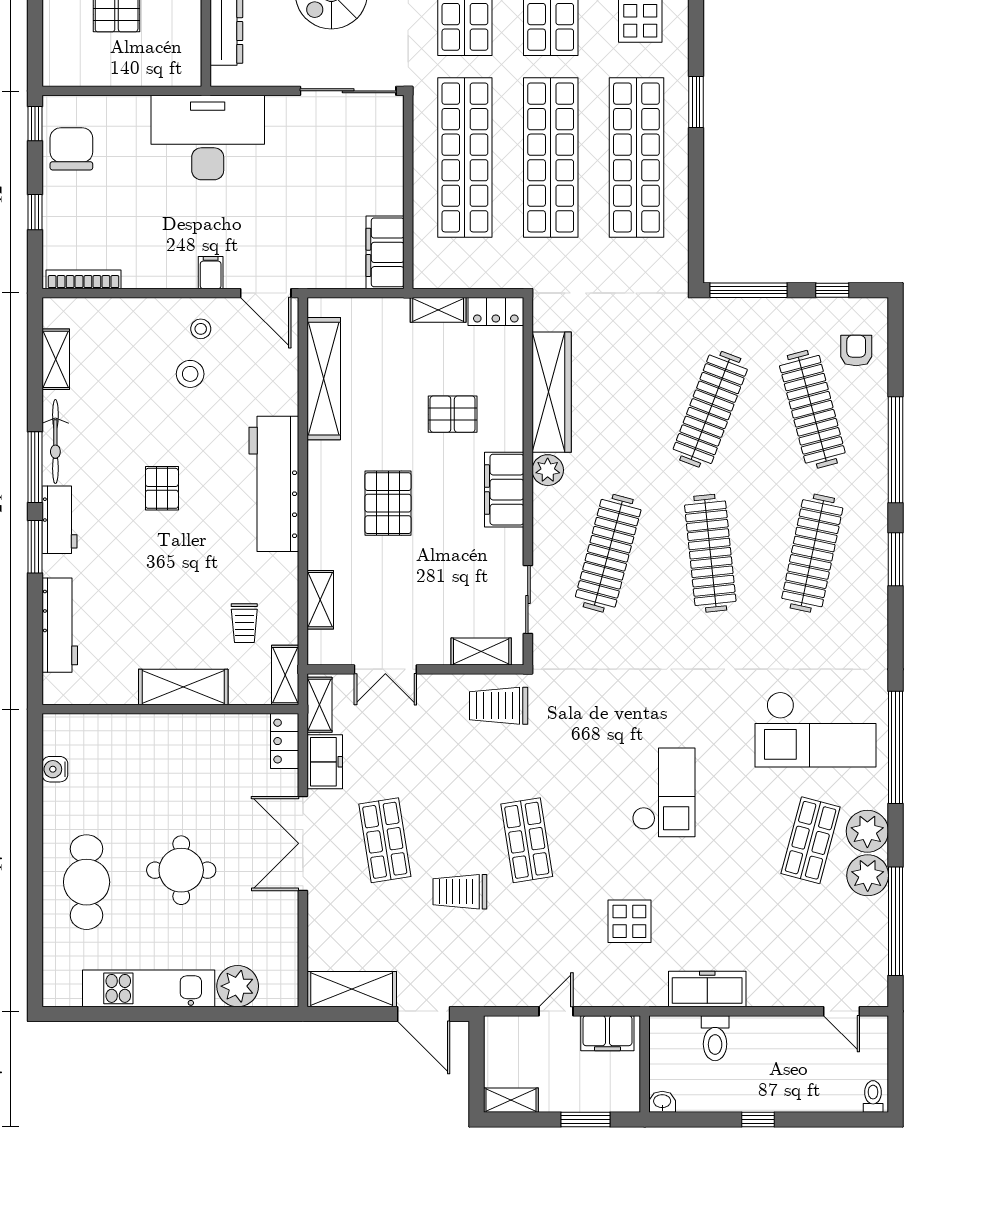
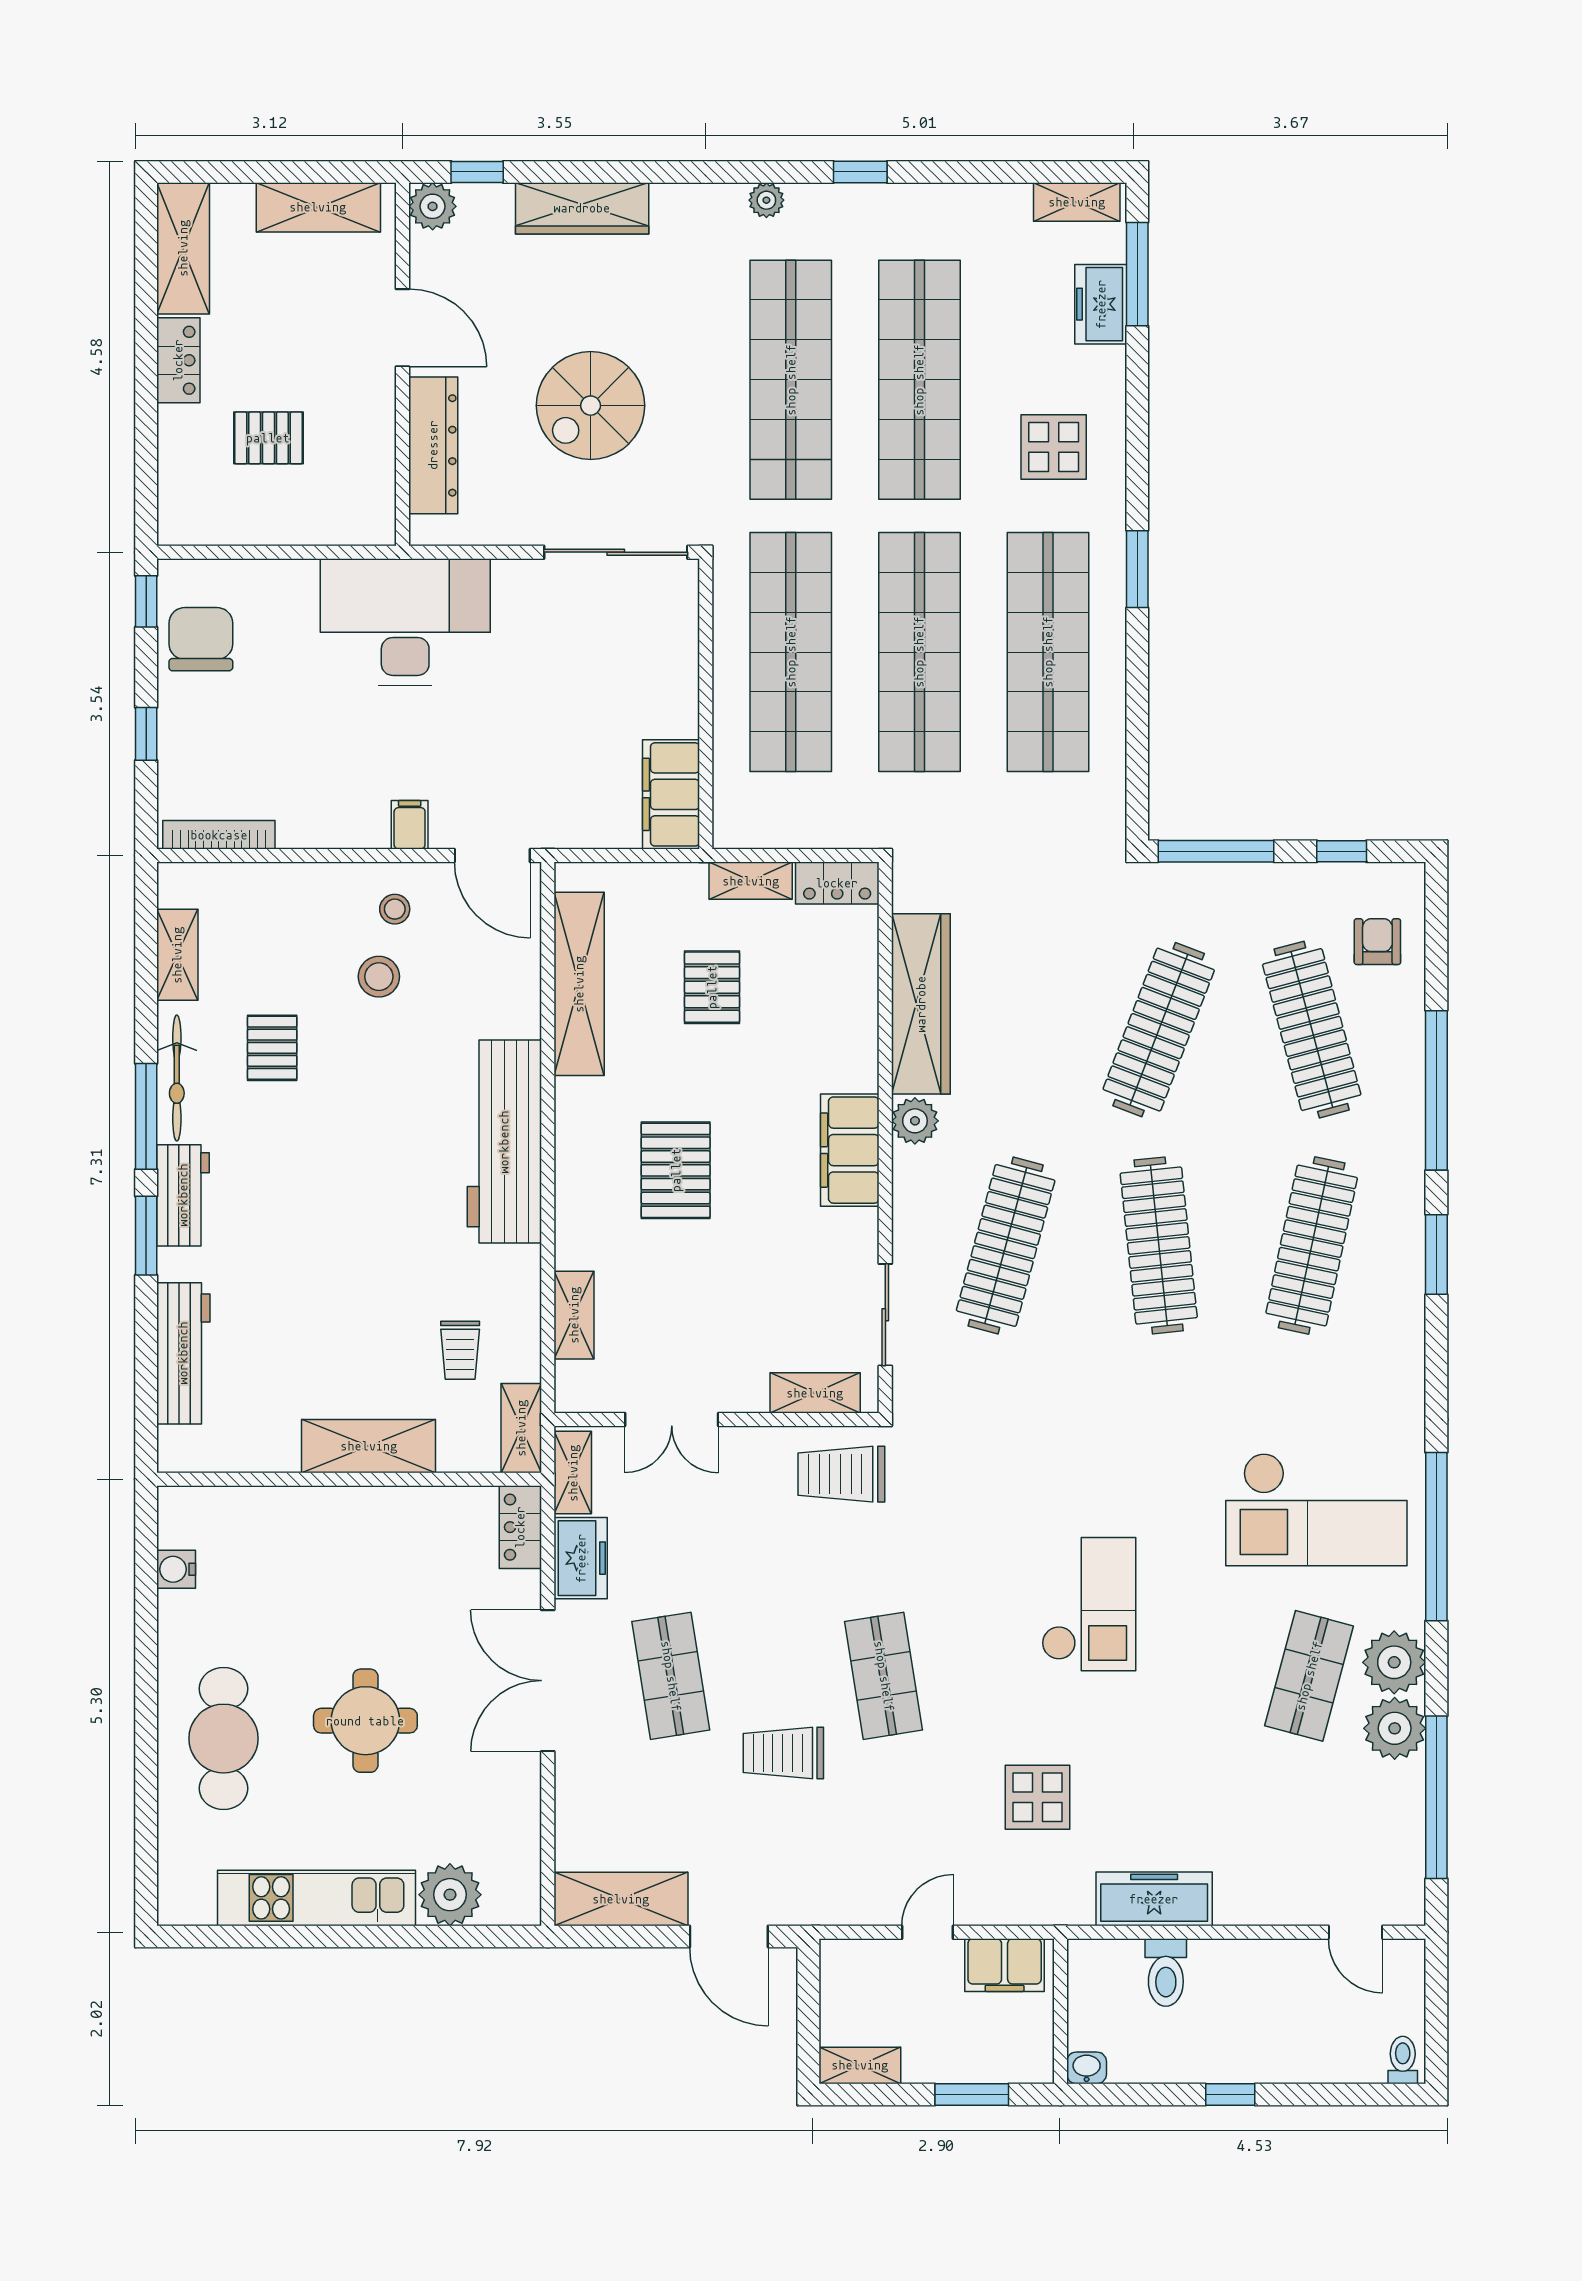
pallet: (453, 414) -> (712, 987), moved, turned 90
pallet: (162, 488) -> (272, 1048), moved

